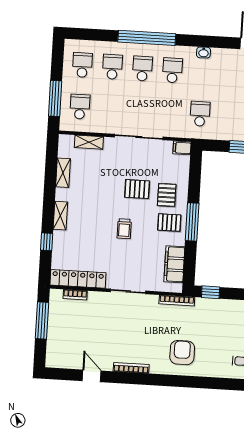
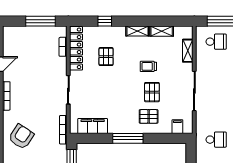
filing cabinet: (182, 148) -> (177, 127), moved
shelving: (60, 216) -> (137, 31), moved
pallet: (169, 223) -> (106, 57), moved
trolley: (124, 229) -> (148, 66), moved
armchair: (182, 353) -> (21, 137), turned -57

